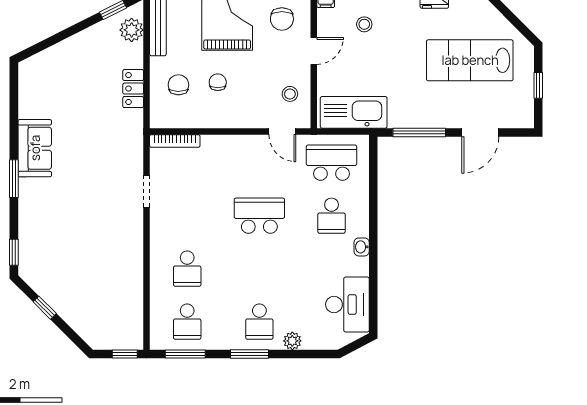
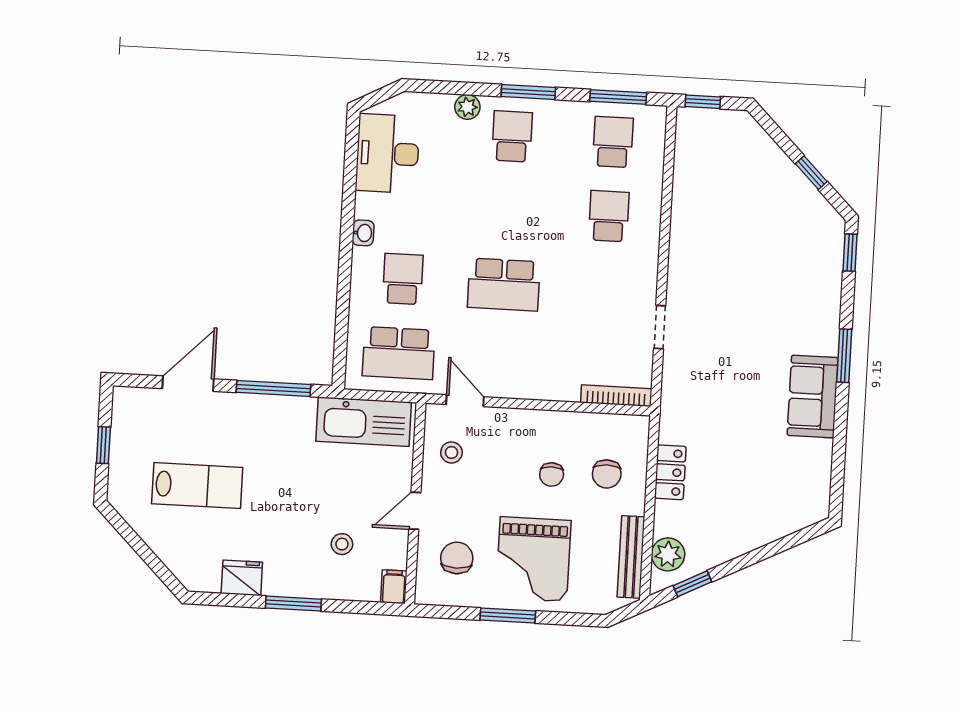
lab bench: (470, 60) -> (197, 486), width x0.73, depth x0.72

